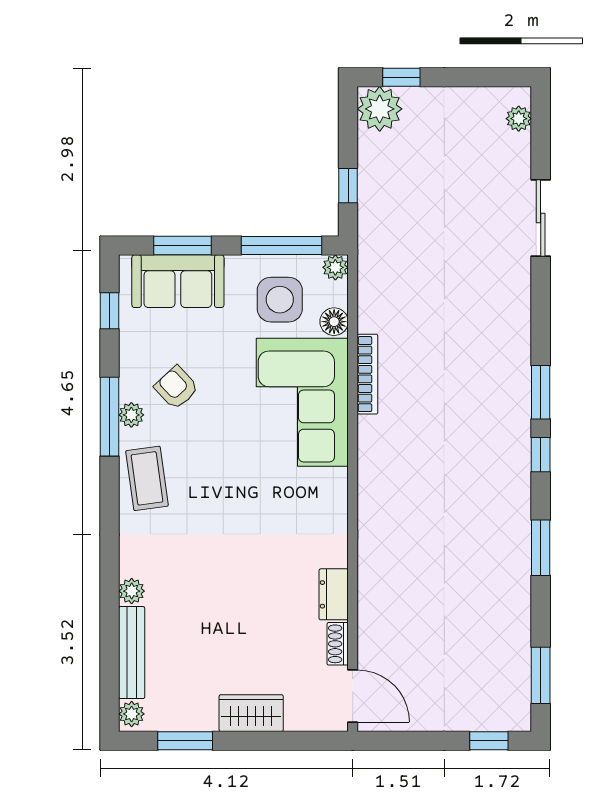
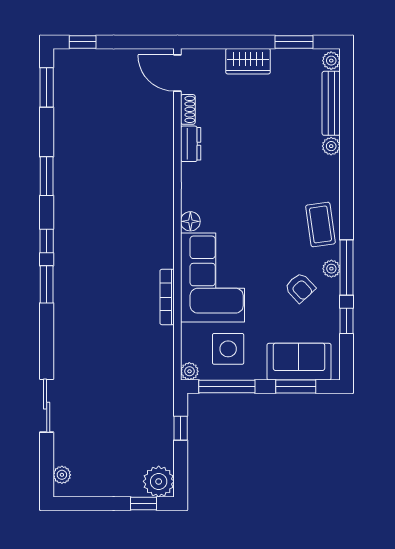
window: (110, 311) -> (347, 321), moved
floor lamp: (334, 322) -> (190, 221), moved

